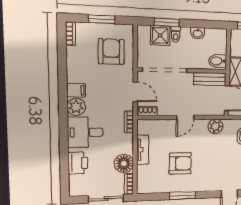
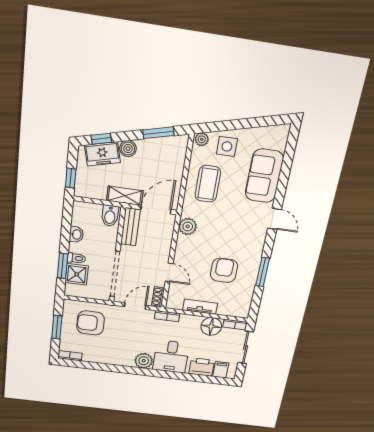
filing cabinet: (76, 90) -> (221, 370), moved
door: (185, 117) -> (169, 273), moved

